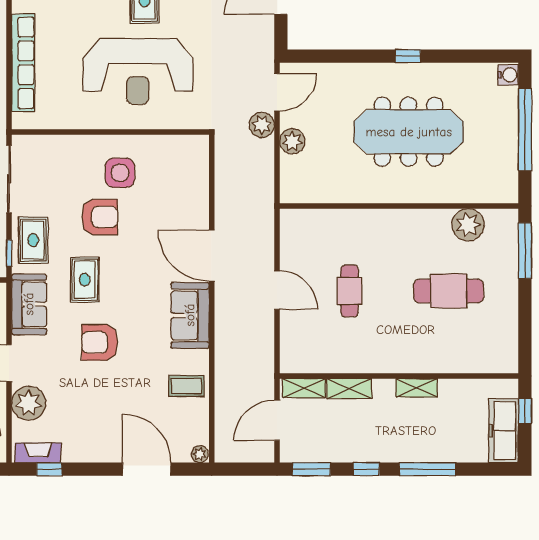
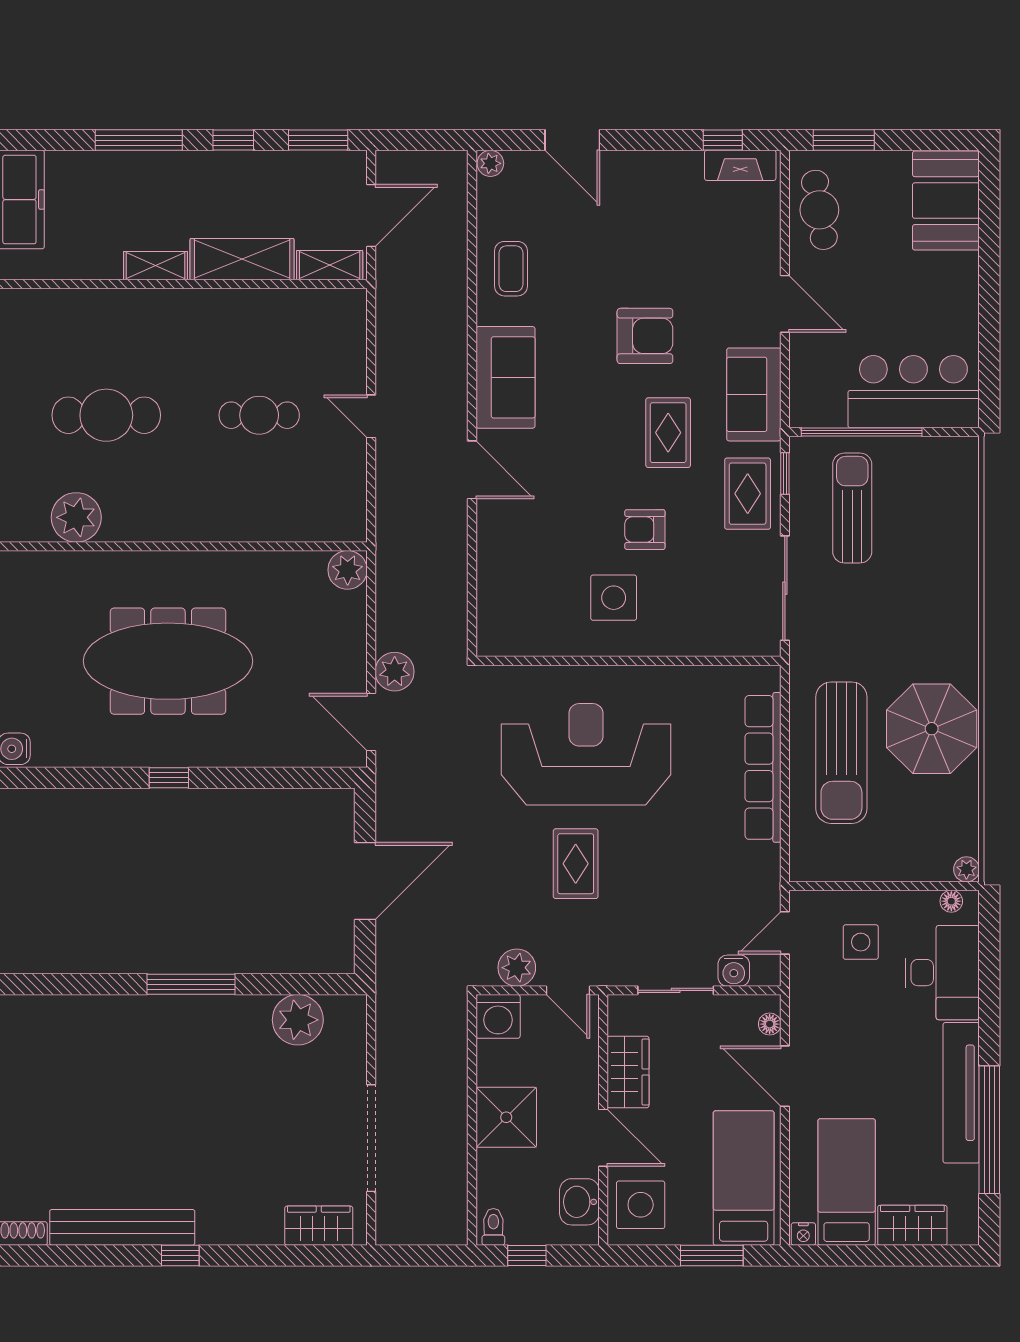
door: (277, 92) -> (371, 722), hinge flipped
plant: (292, 141) -> (348, 570), moved
armchair: (100, 217) -> (645, 530), width x0.72, depth x0.72
door: (212, 256) -> (472, 470), width x0.73
door: (277, 290) -> (371, 416), width x0.73
cafe table: (350, 291) -> (259, 415), turned 90
coffee table: (186, 386) -> (511, 269), turned 90
shelving: (349, 389) -> (242, 259), width x1.50, depth x1.33
plant: (29, 403) -> (755, 242), removed
door: (147, 469) -> (572, 140), width x0.73

